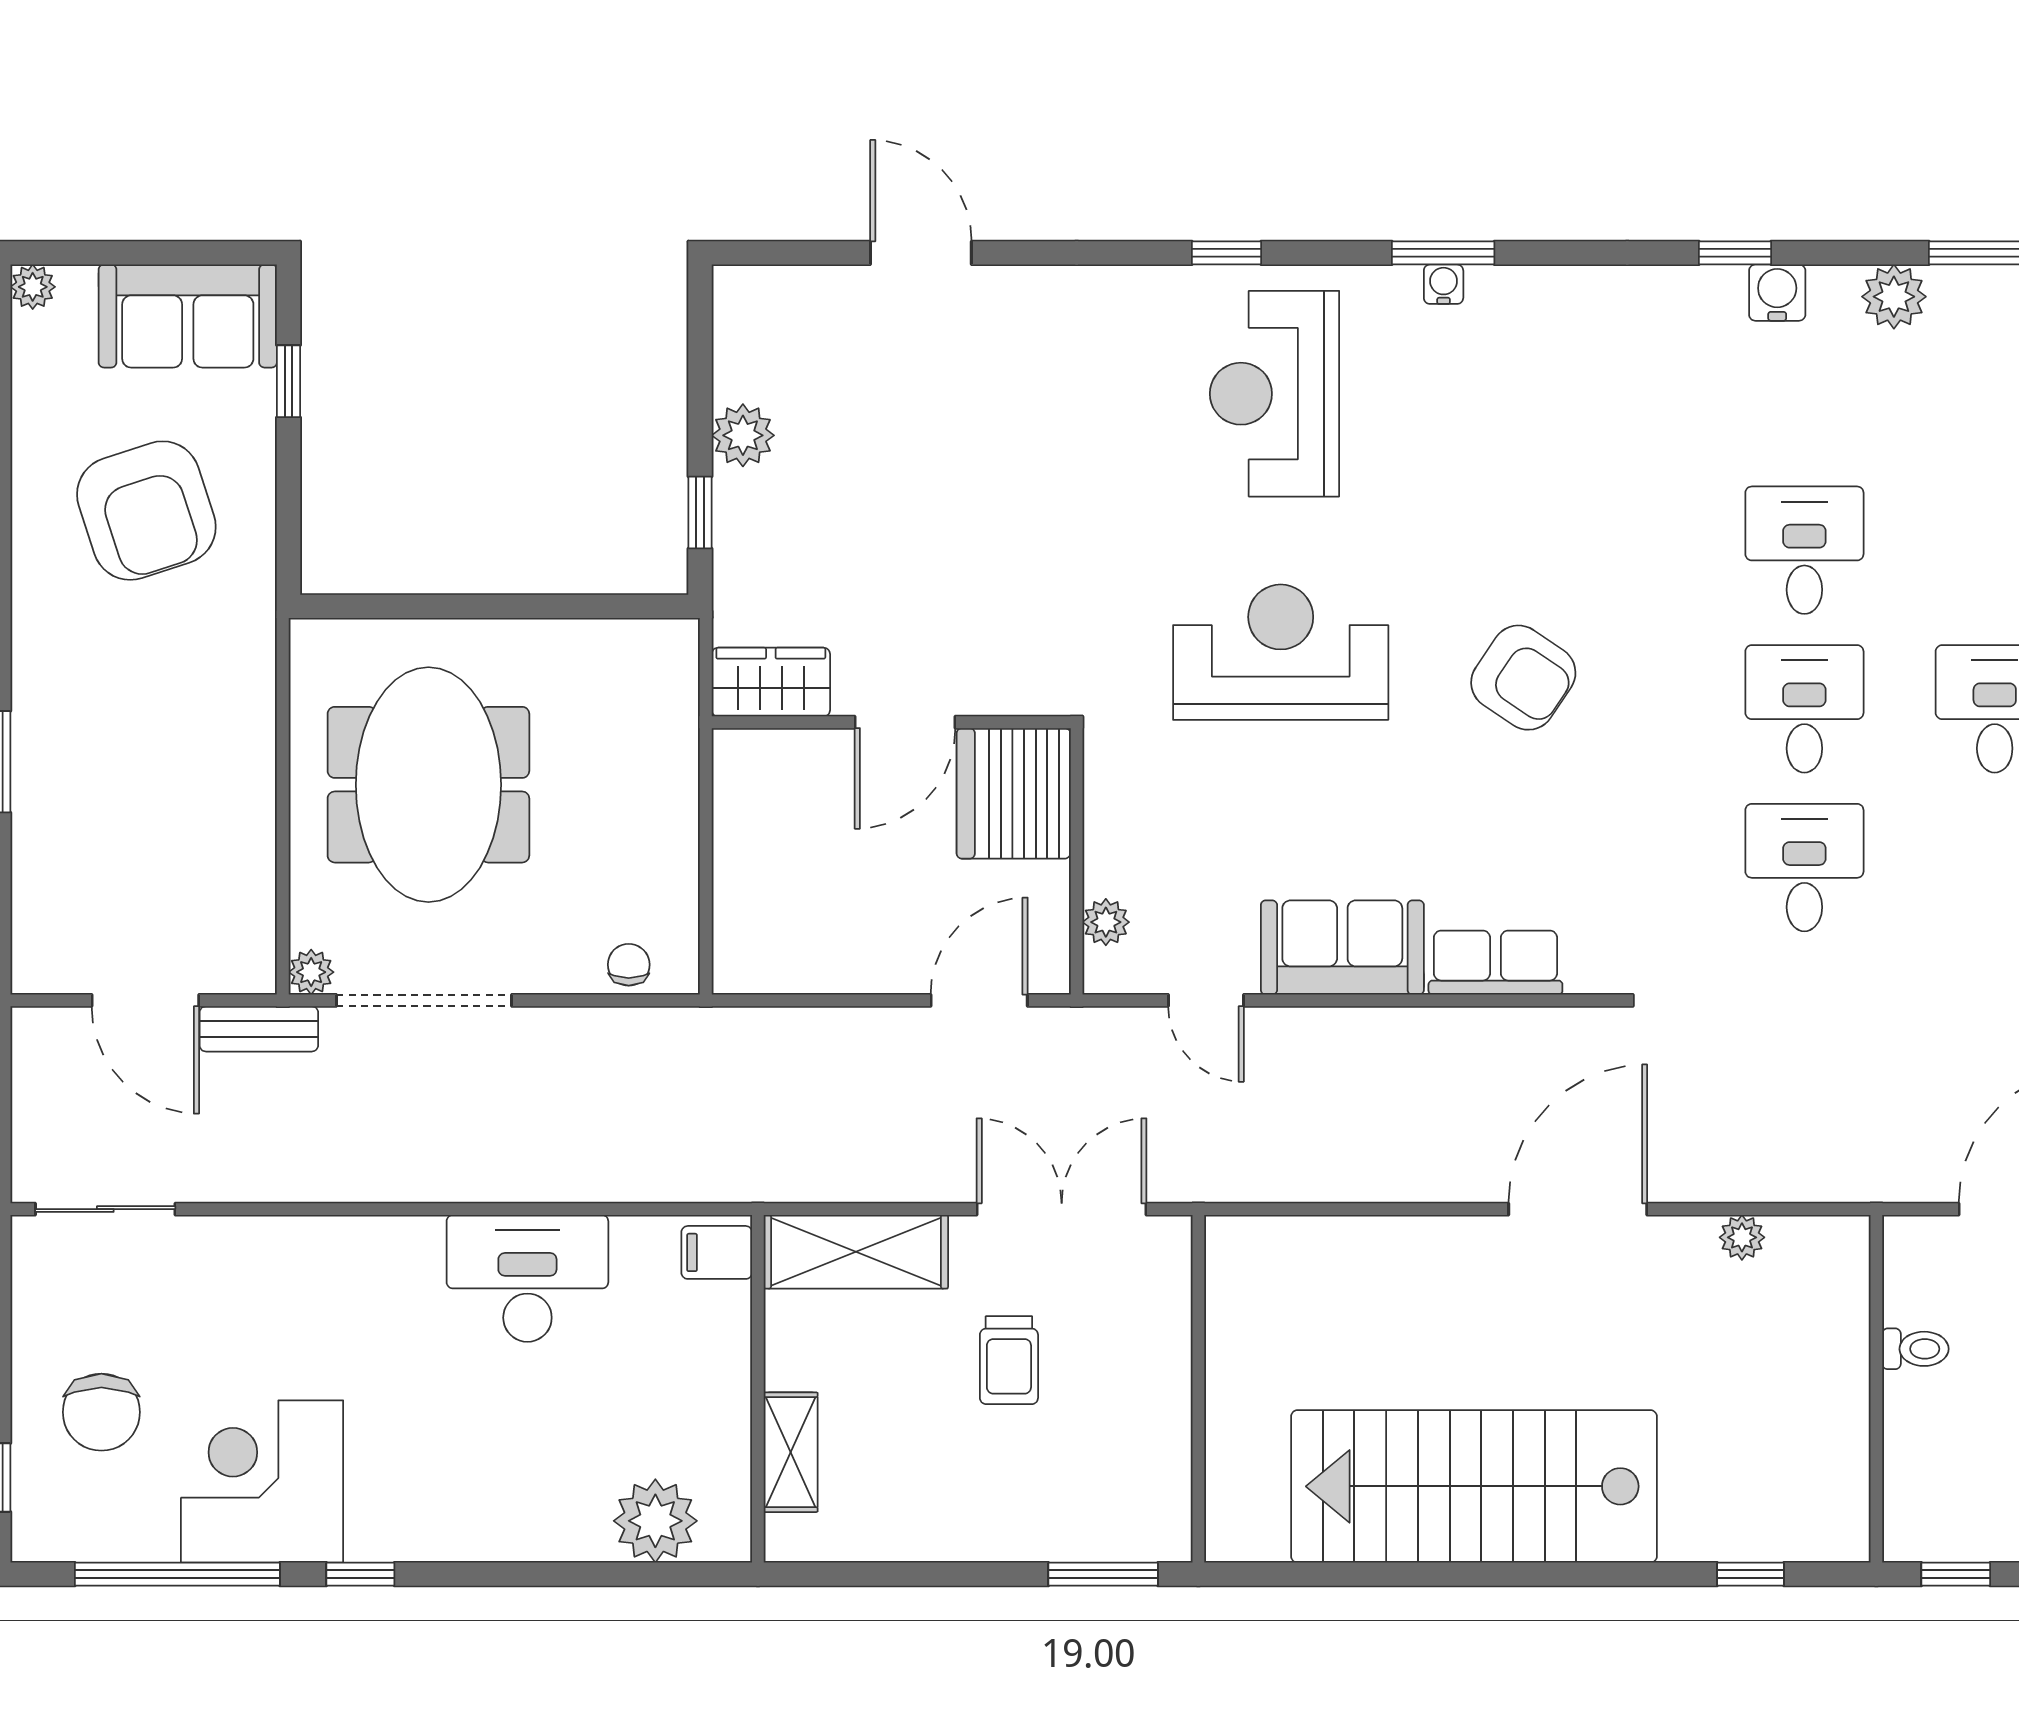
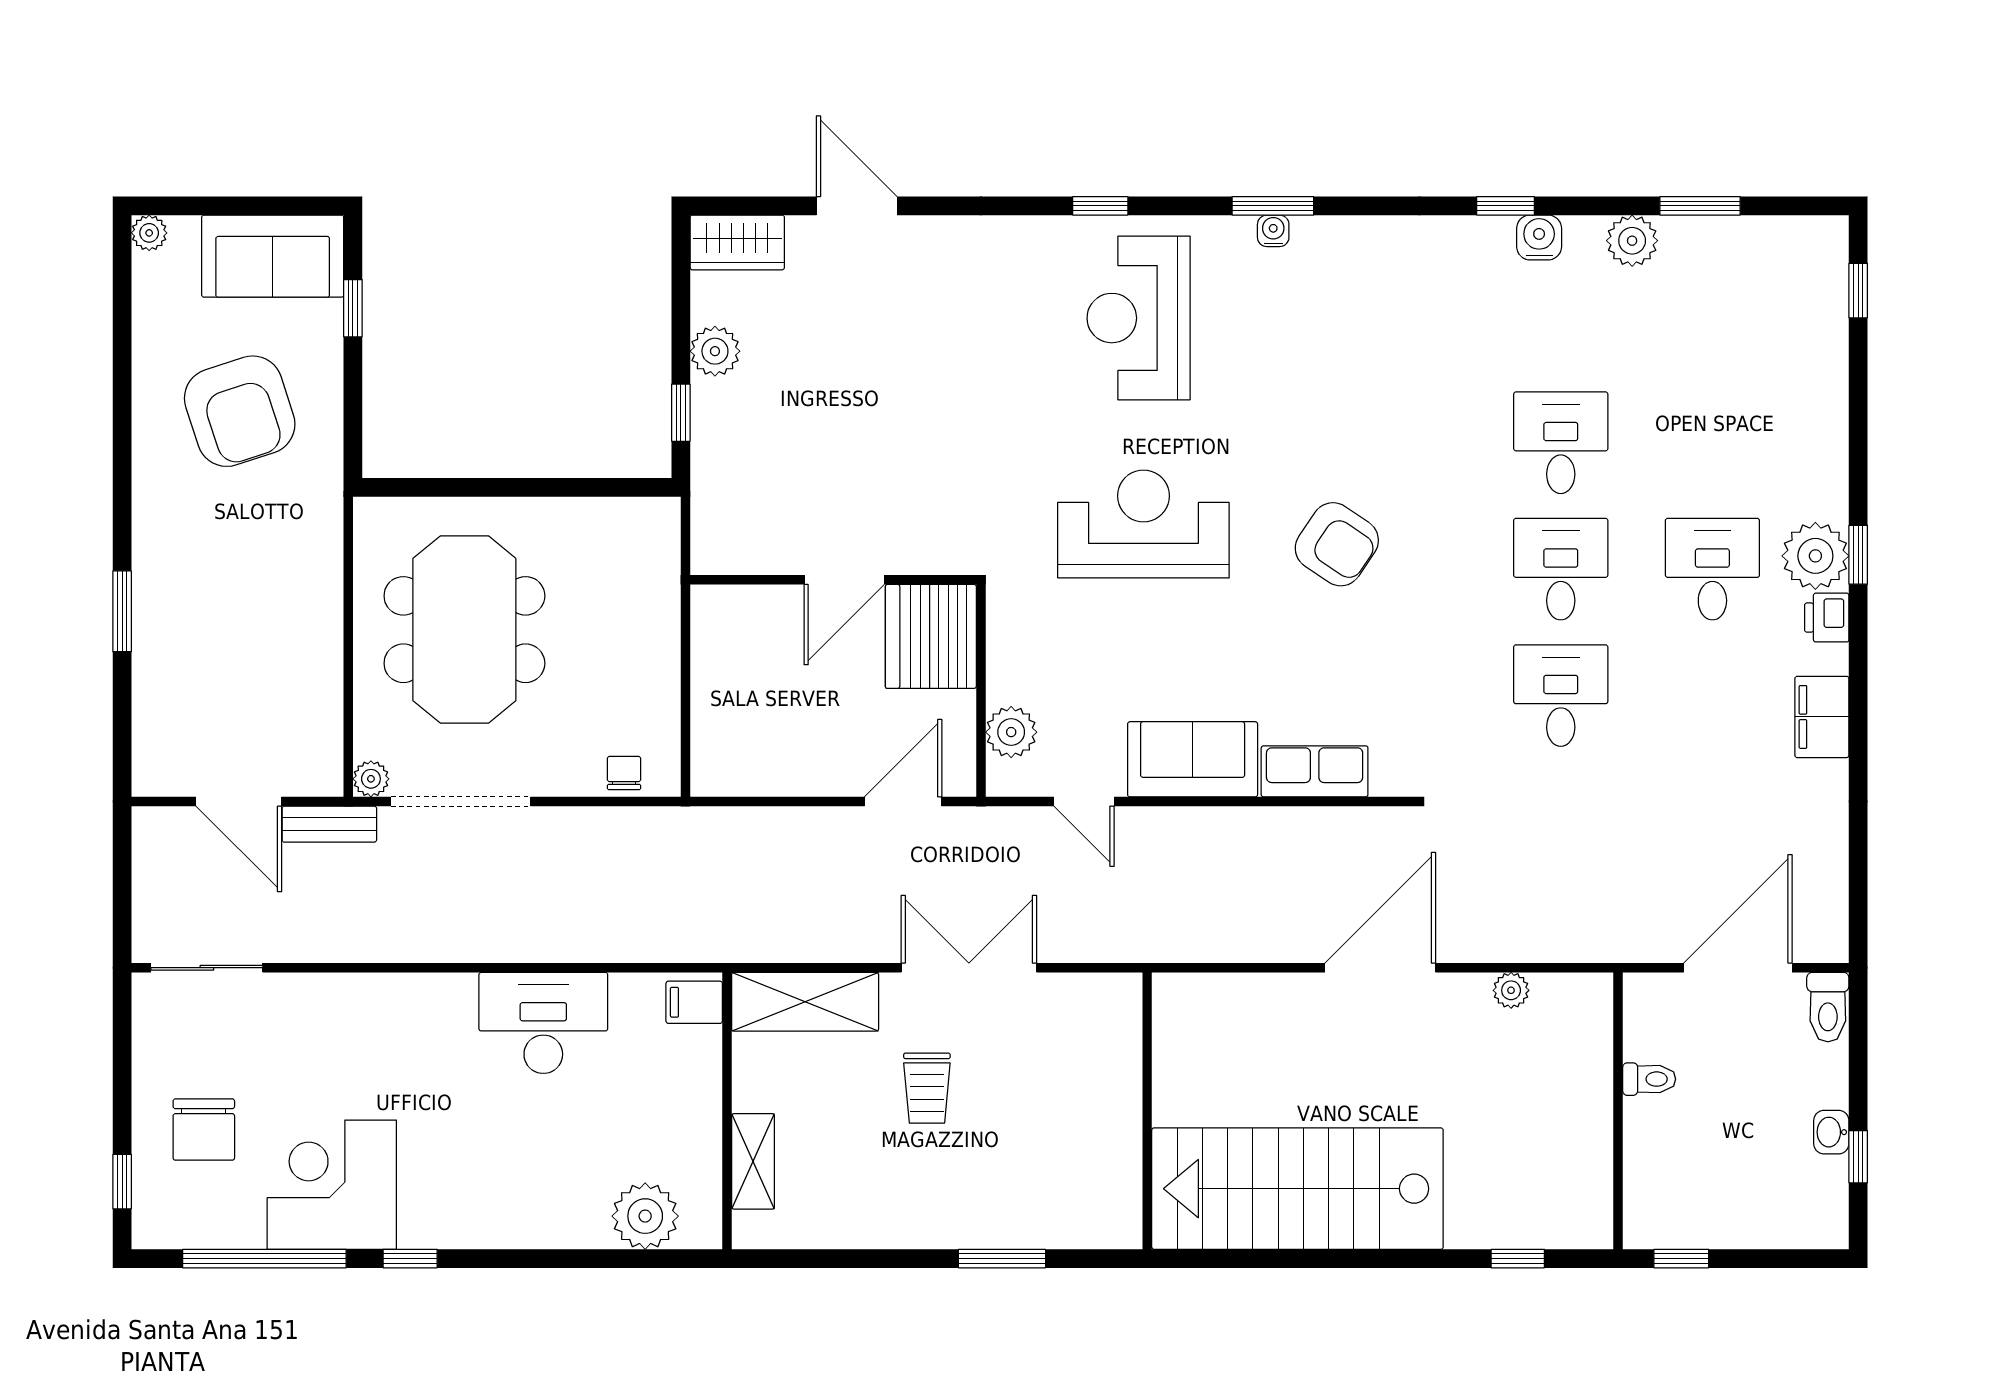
wardrobe: (771, 682) -> (737, 242), moved, turned 180
plant: (1106, 922) -> (1011, 732), width x1.38, depth x1.38
wall: (1198, 1389) -> (1147, 1111), moved

